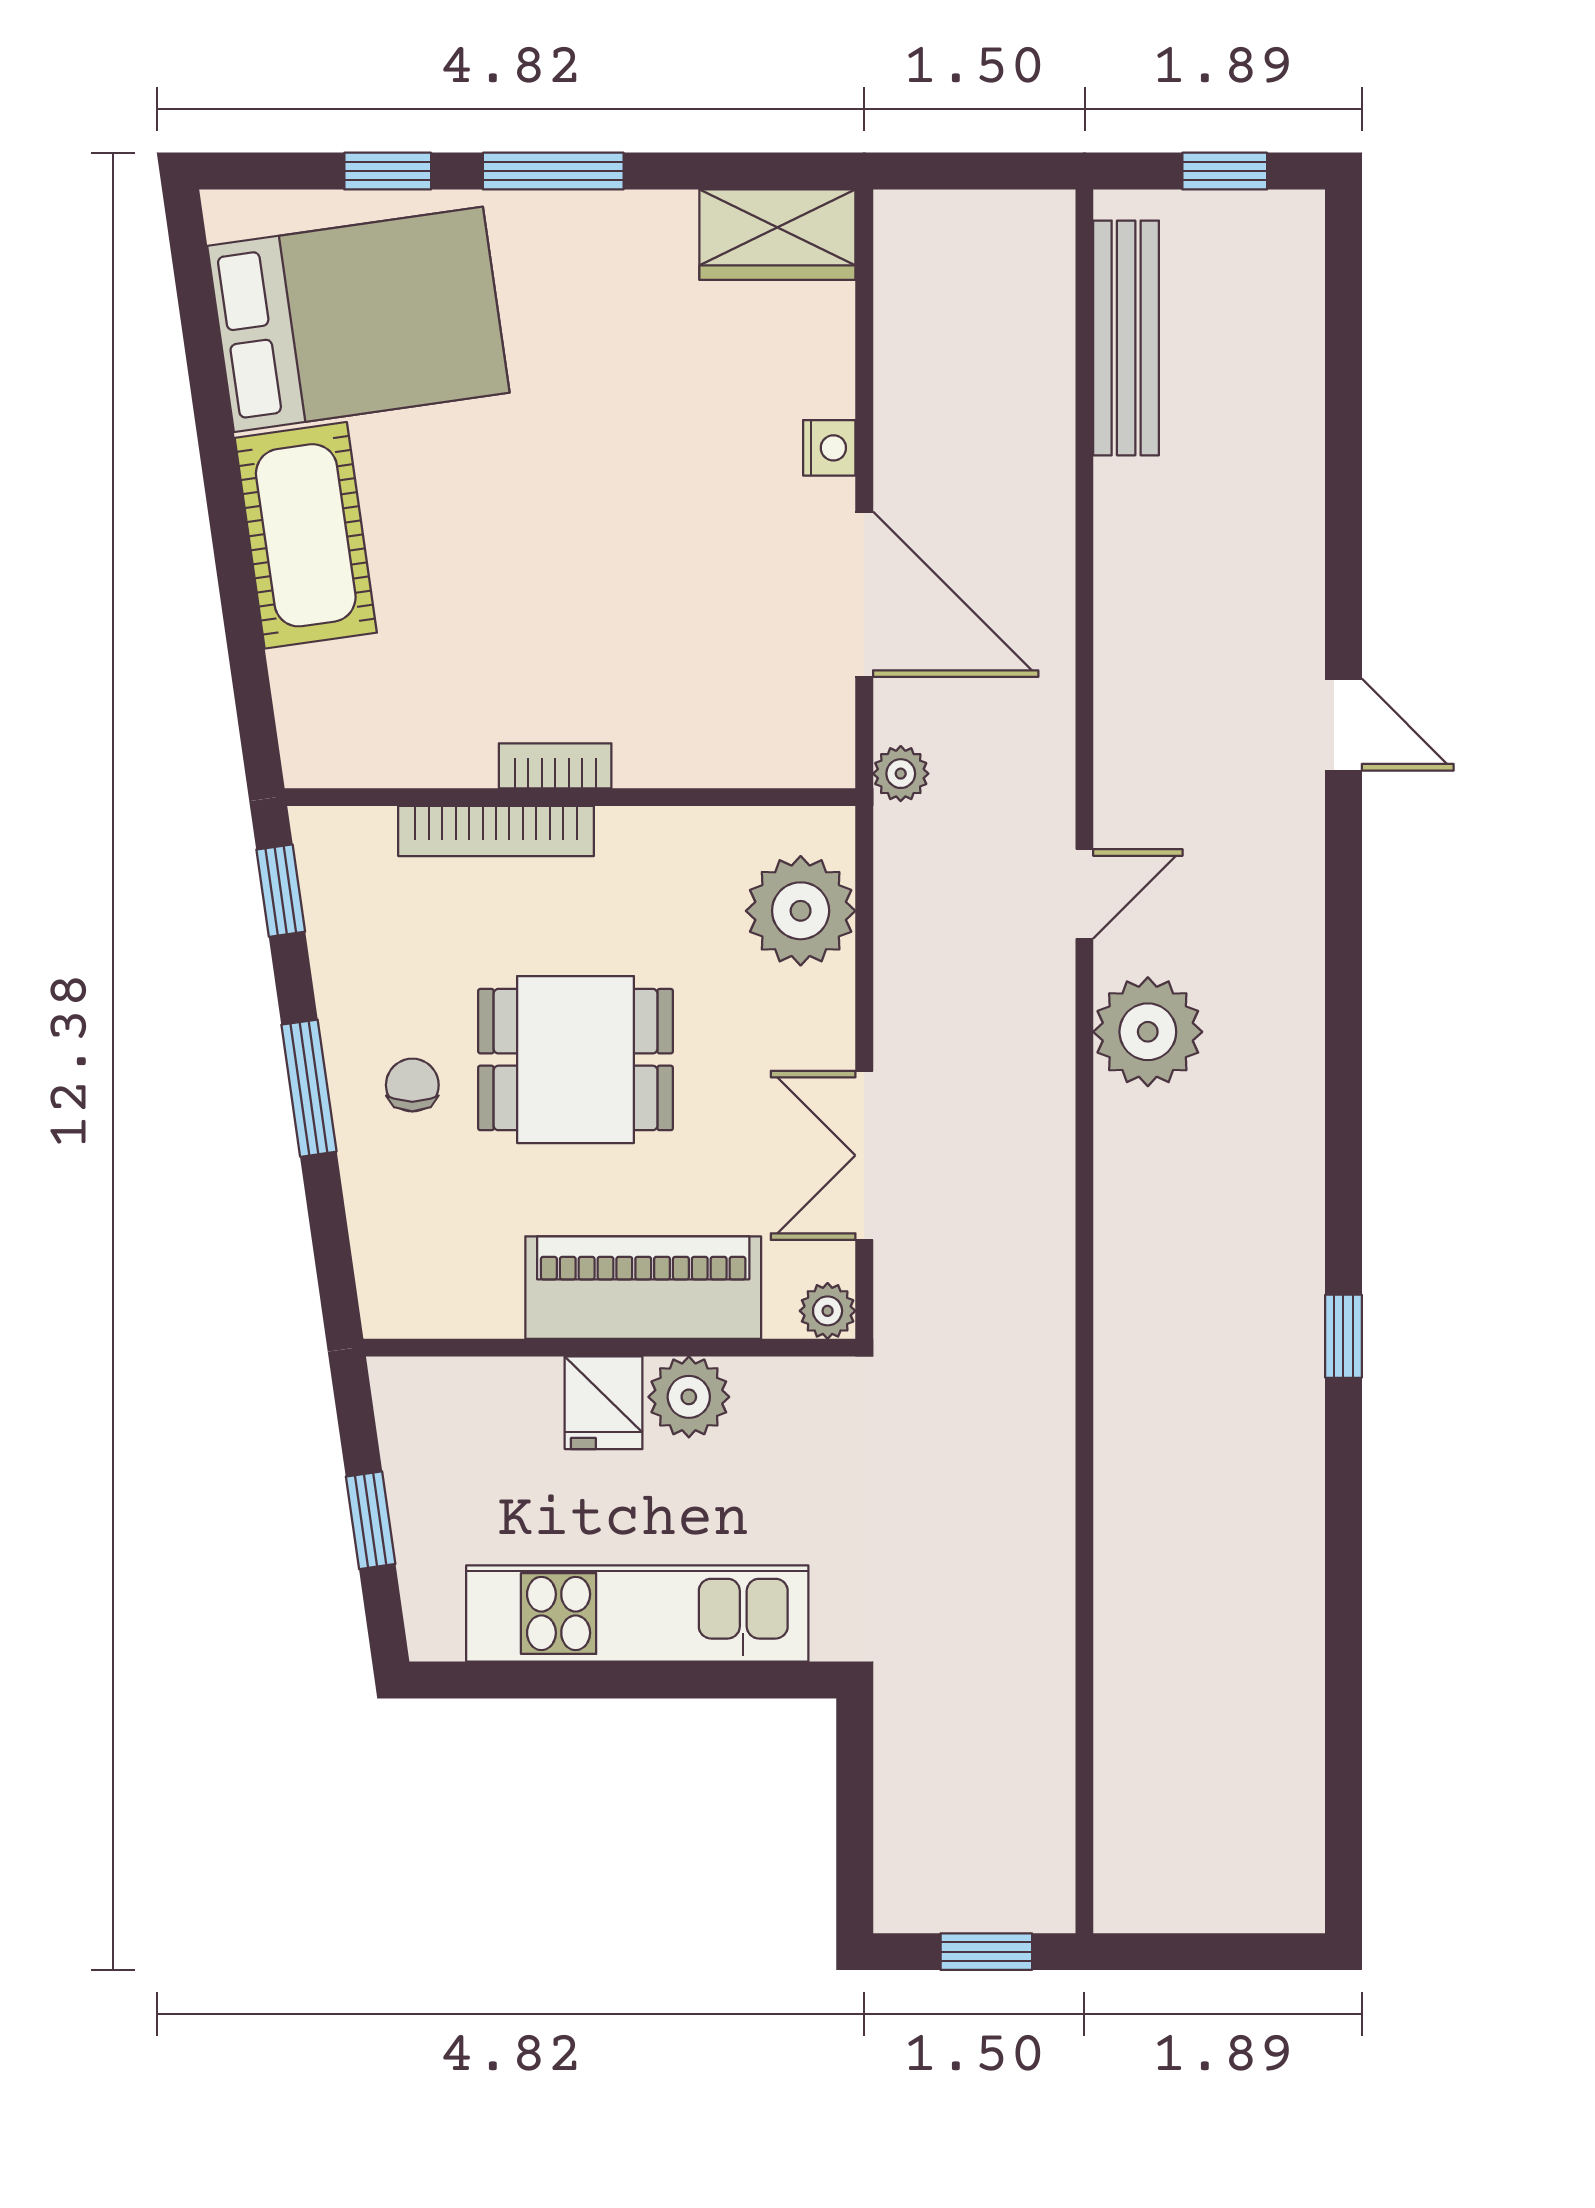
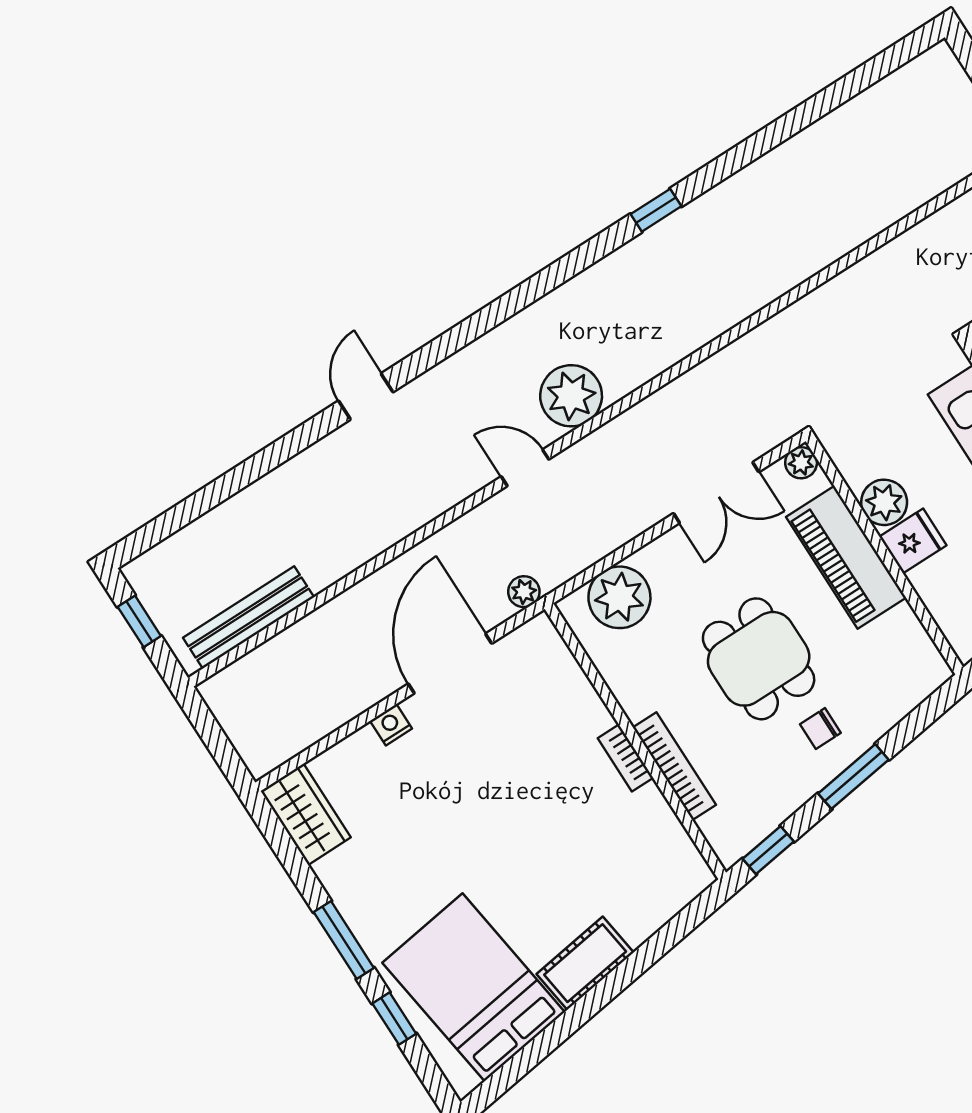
cot: (306, 535) -> (585, 963), width x0.73, depth x0.75

